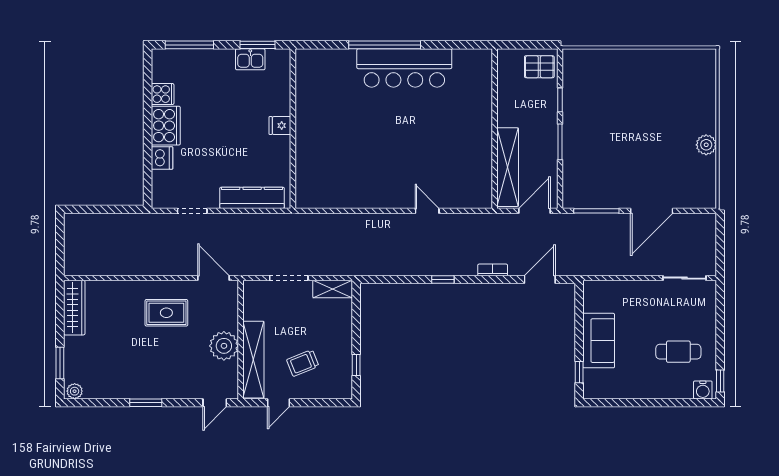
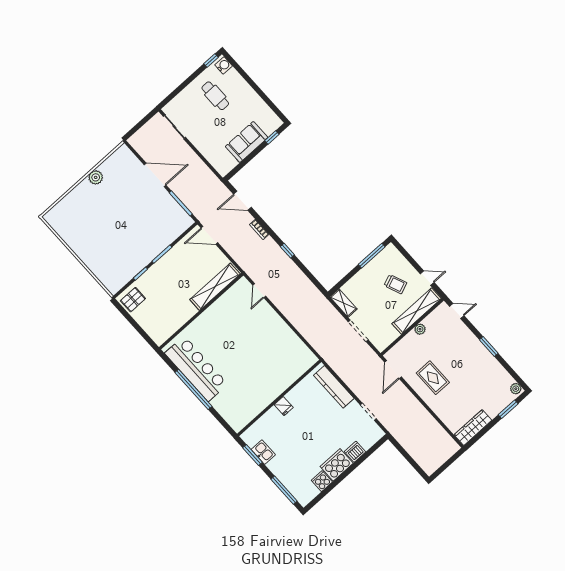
pallet: (539, 67) -> (133, 300), turned 90
wall: (495, 129) -> (201, 311), moved
shelving: (508, 167) -> (215, 287), moved
plant: (224, 346) -> (420, 329), width x0.53, depth x0.53
window: (356, 365) -> (372, 256), width x2.17

